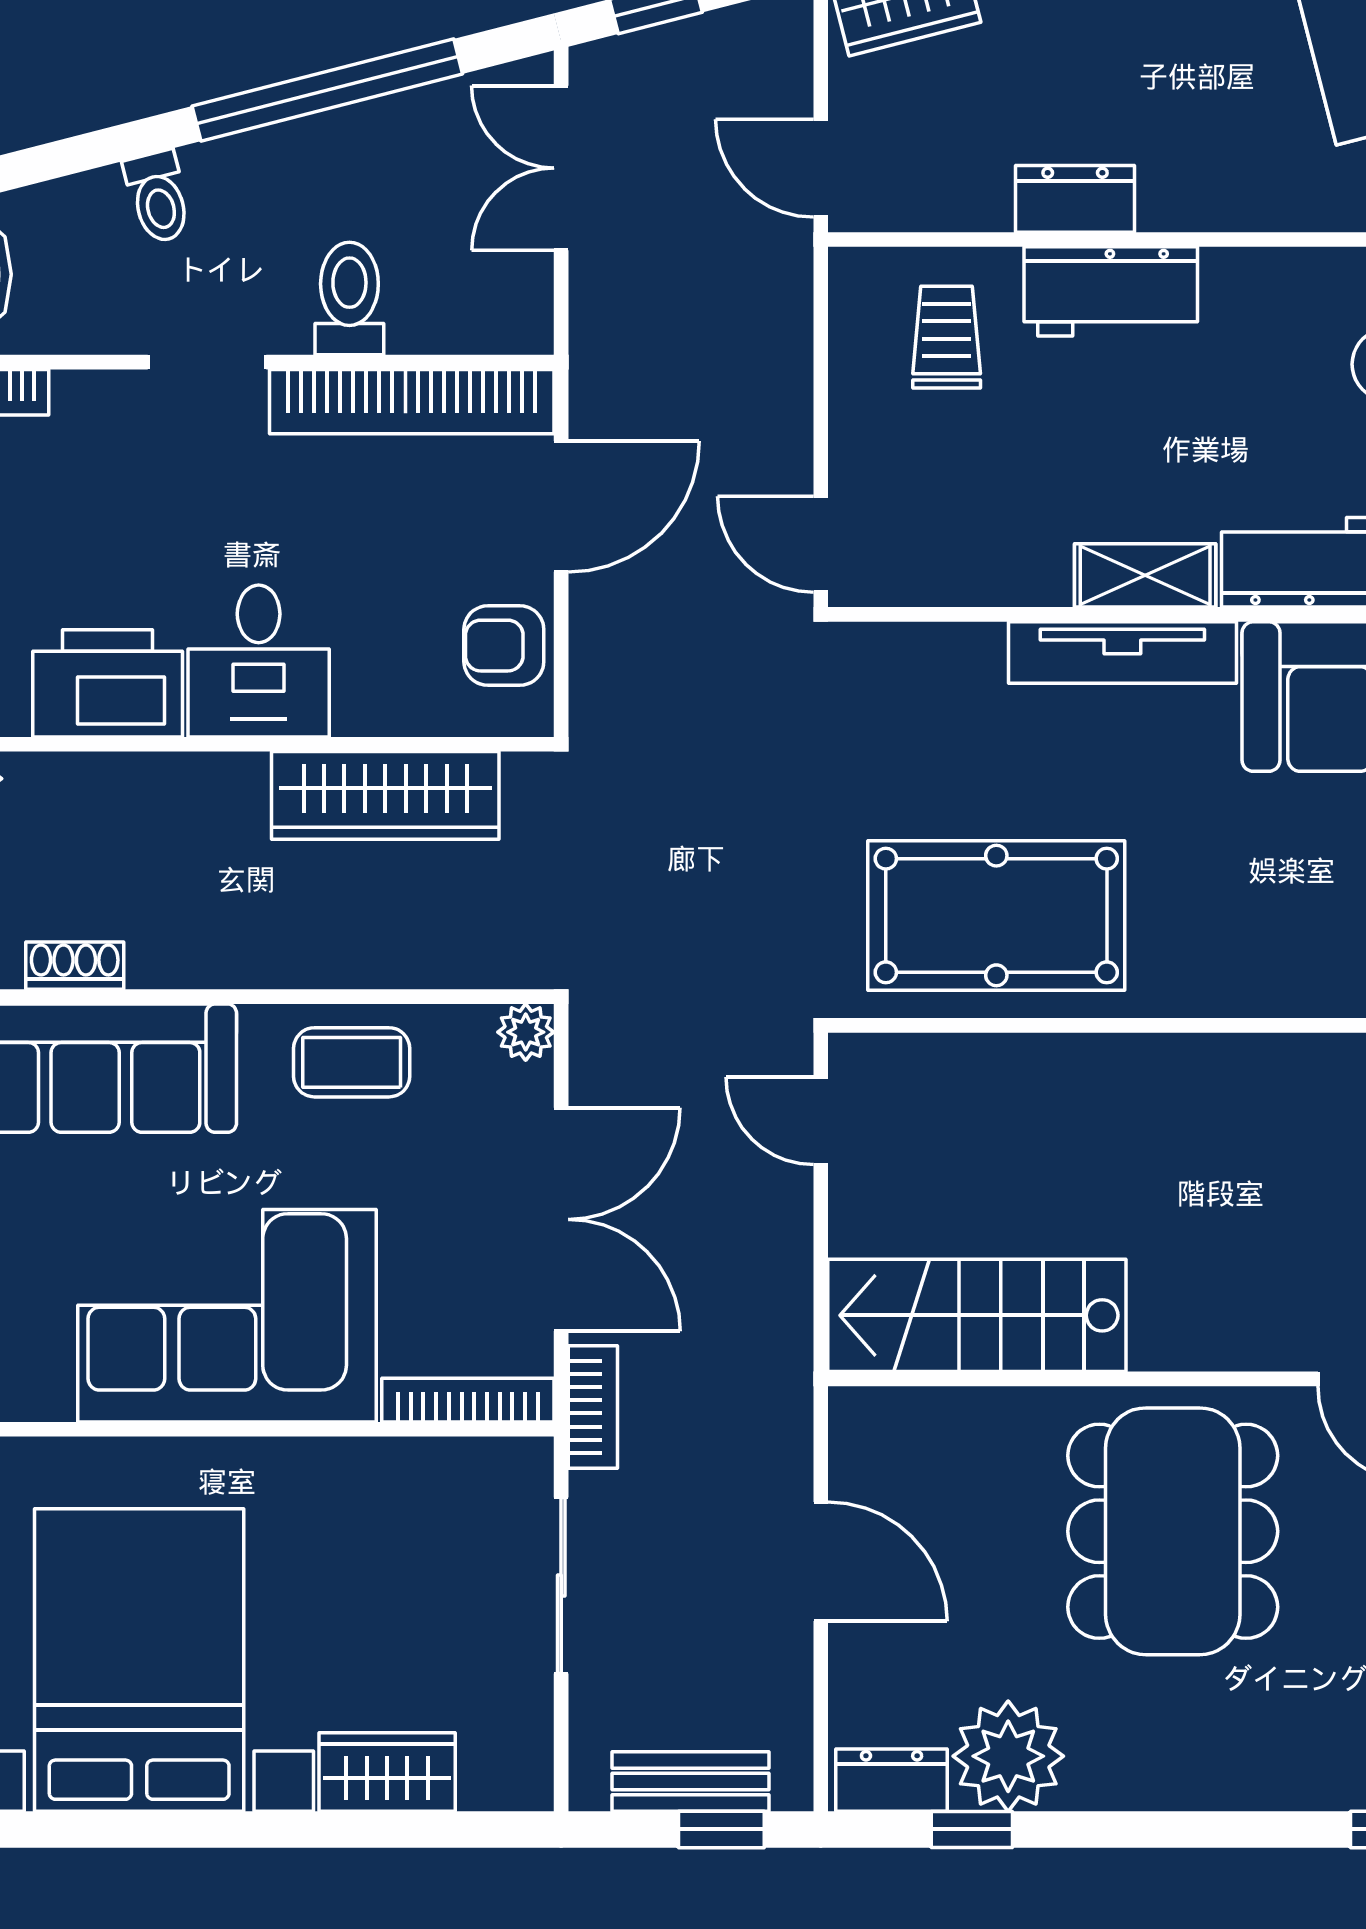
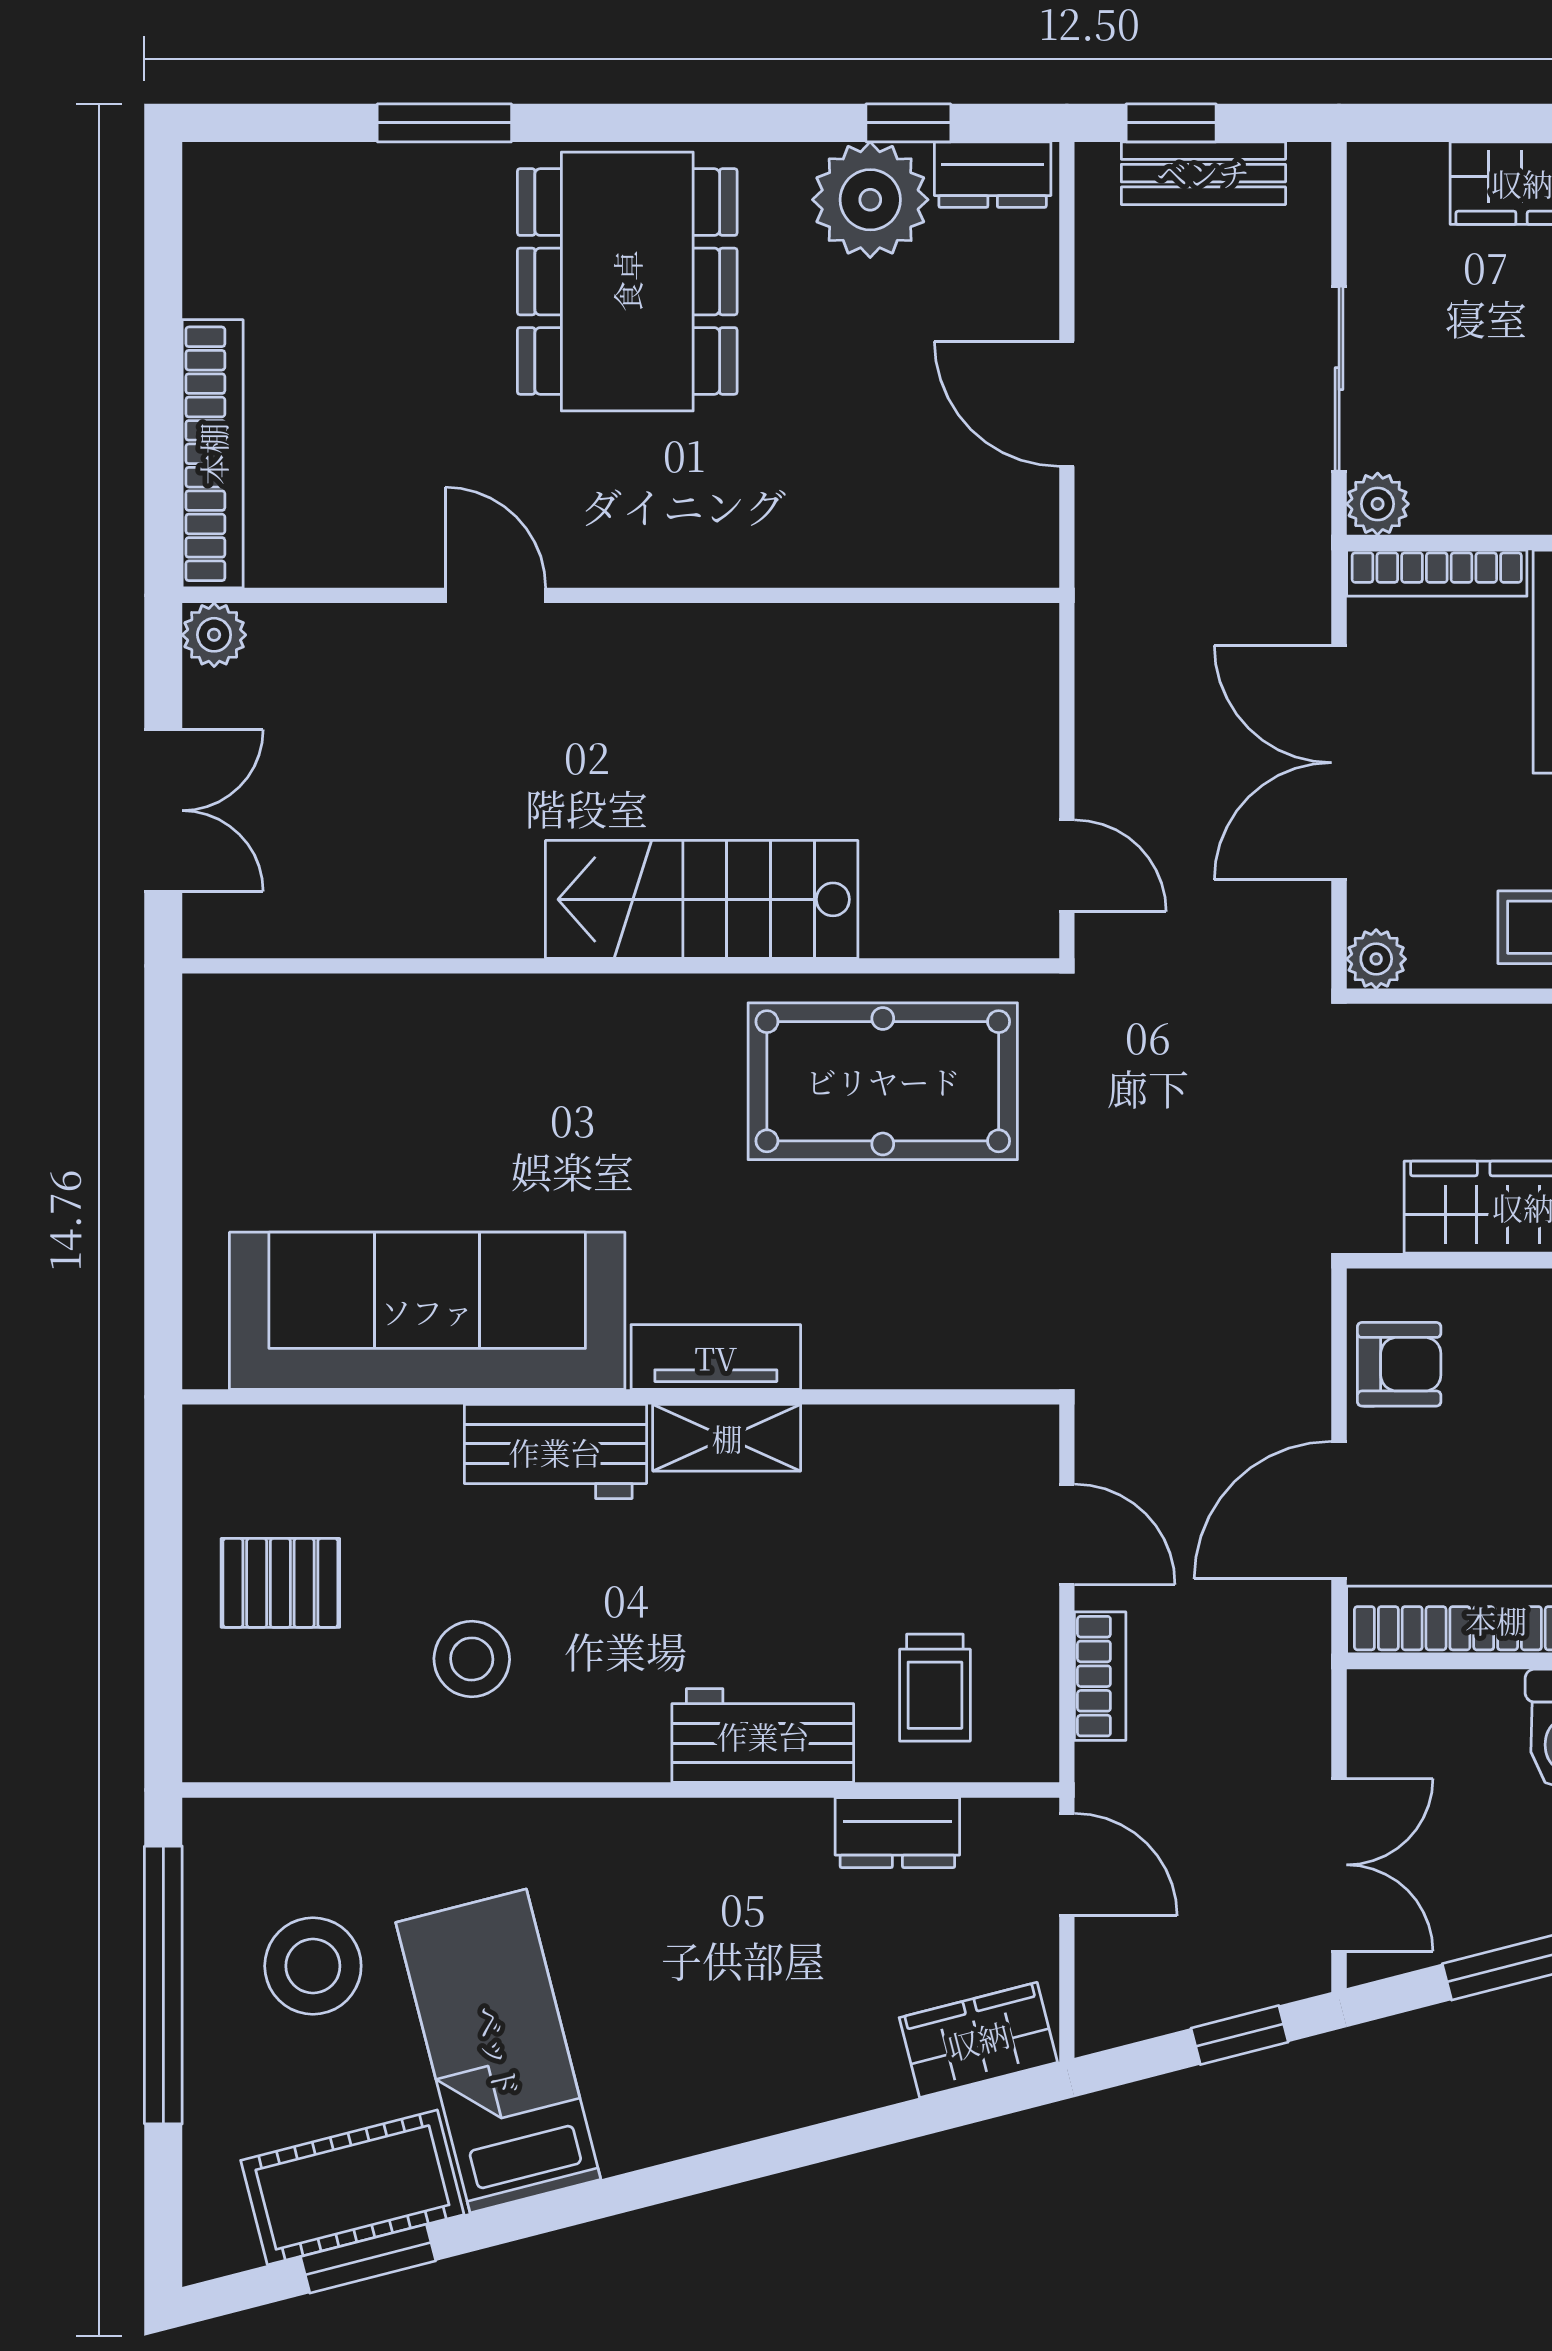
dresser: (1075, 199) -> (897, 1833), moved
door: (821, 544) -> (1067, 1534), moved
tv unit: (1122, 653) -> (716, 1357), width x0.71
stairs: (977, 1315) -> (702, 899), moved, turned 180
bookcase: (593, 1407) -> (1100, 1676), moved, turned 180
plant: (524, 1466) -> (1378, 504), added
dining table: (1173, 1531) -> (627, 281), moved

